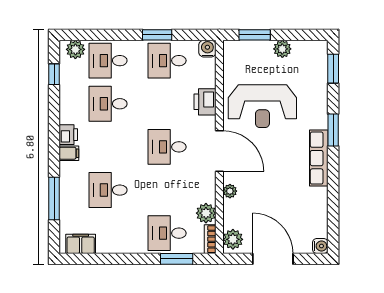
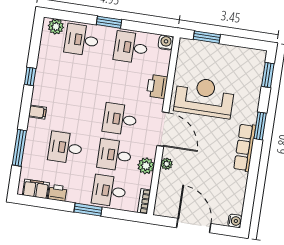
window: (157, 35) -> (109, 22), moved
plant: (282, 49) -> (228, 52), removed
window: (54, 74) -> (30, 76), moved
desk: (108, 104) -> (115, 155), moved
reception desk: (262, 106) -> (204, 97), turned 180
printer: (68, 135) -> (57, 193), moved, turned -90
plant: (206, 213) -> (146, 166), moved
plant: (233, 239) -> (163, 204), removed
window: (177, 259) -> (88, 210), moved

